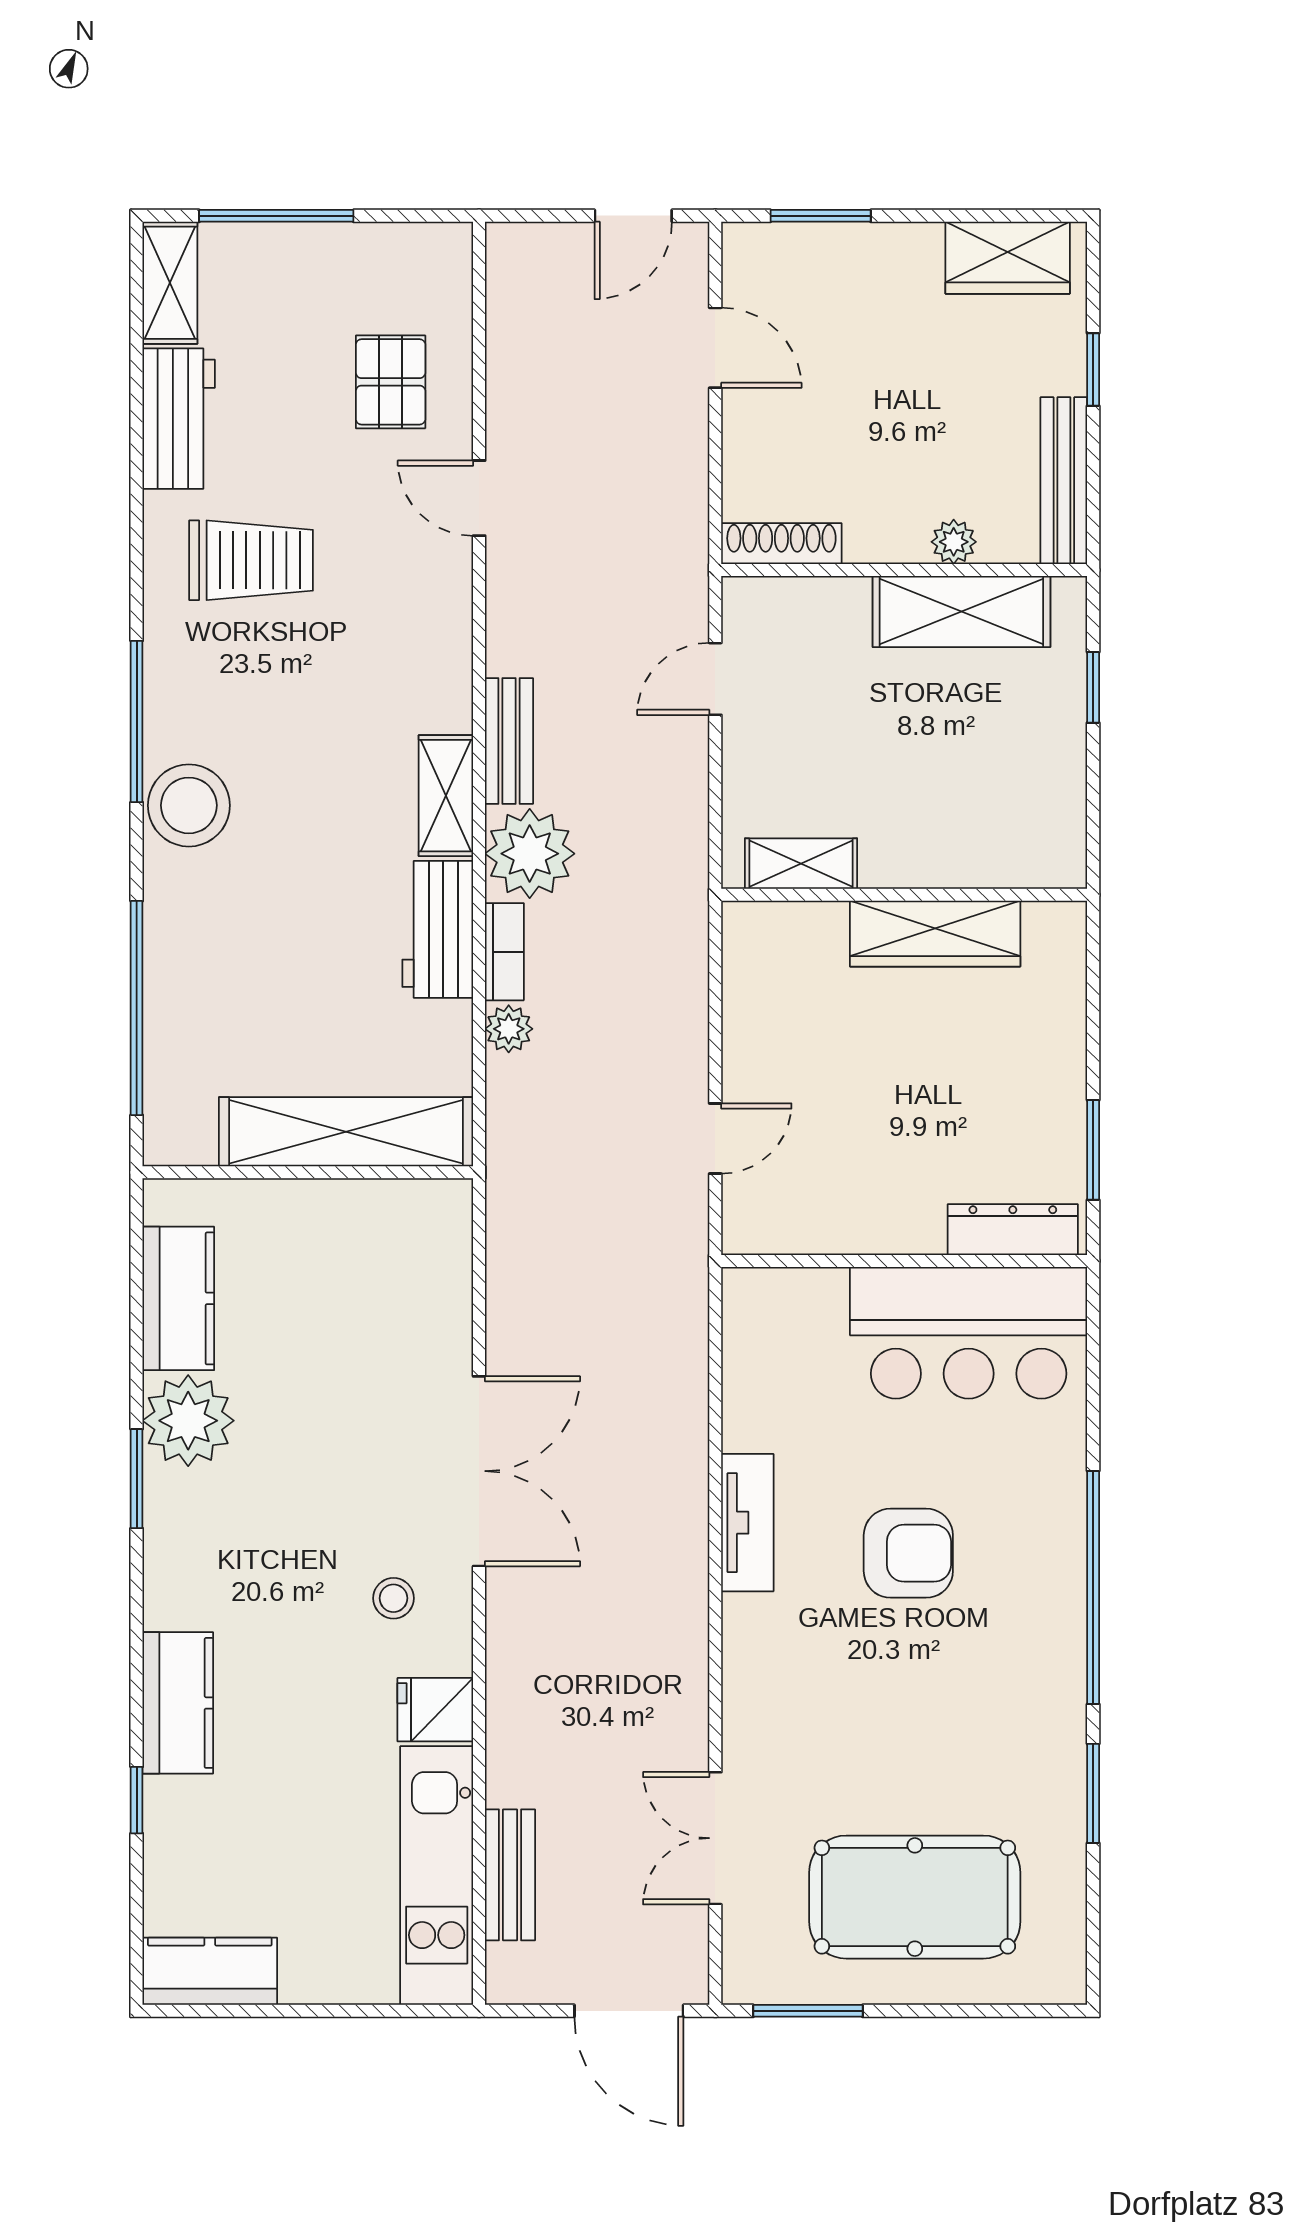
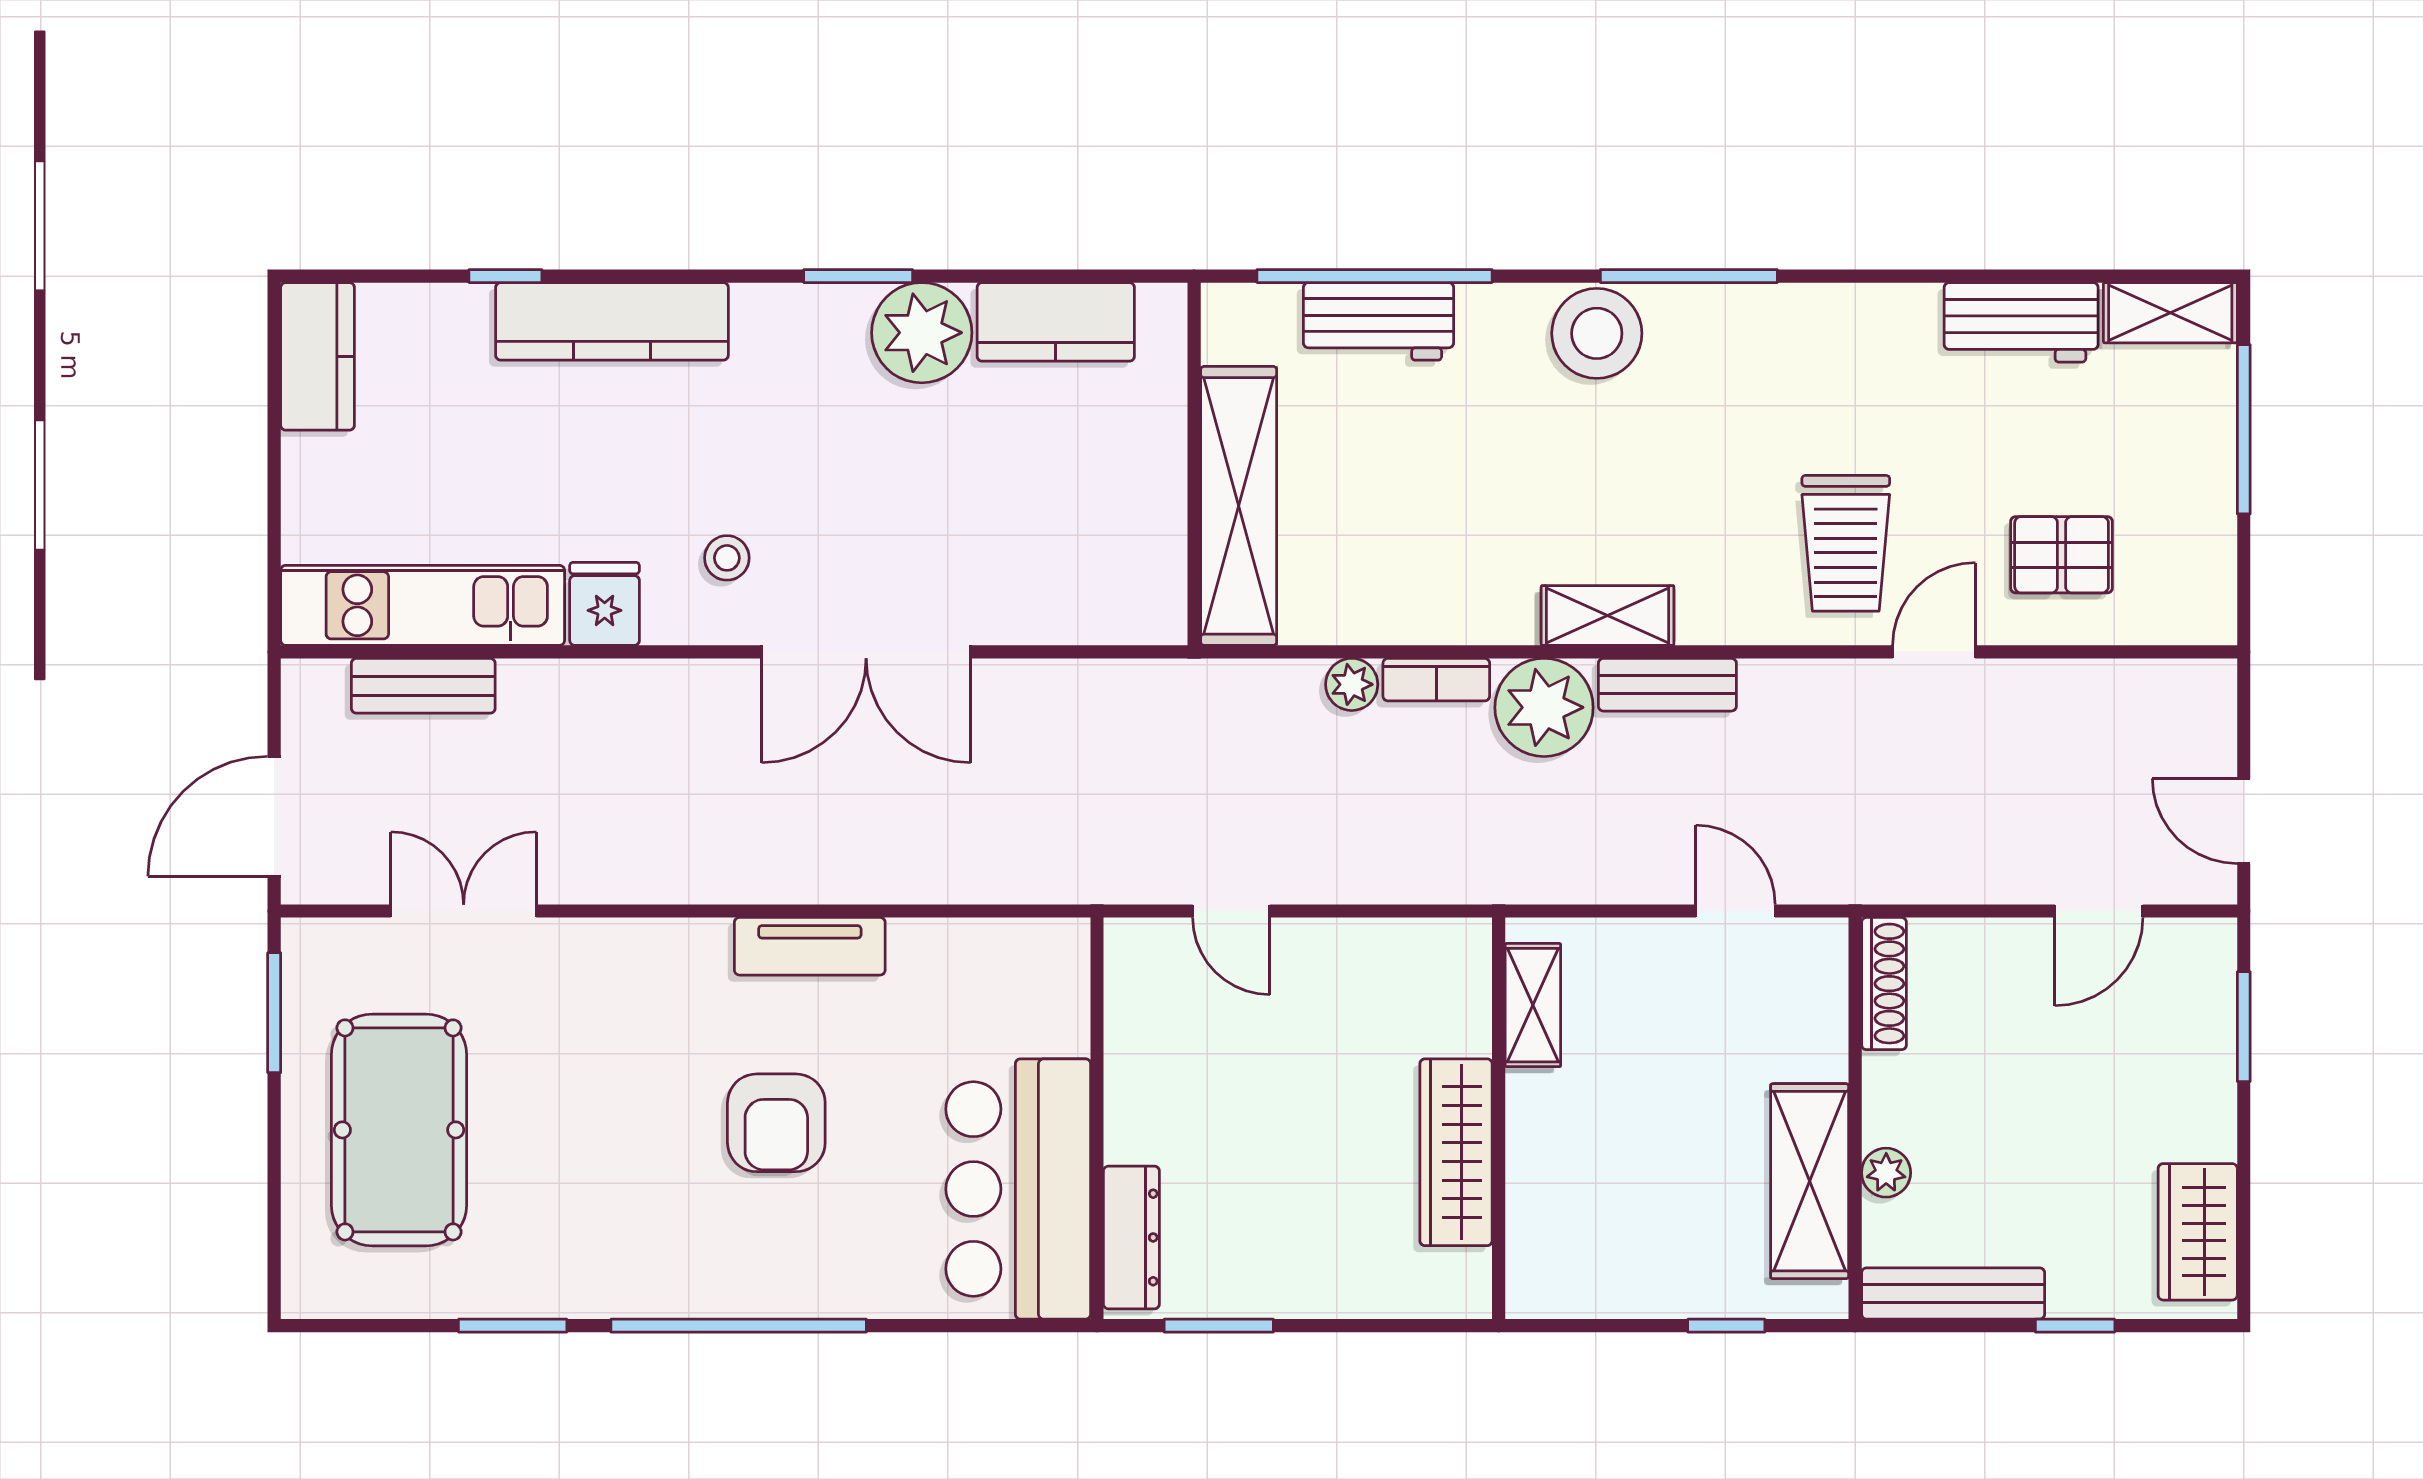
trolley: (251, 560) -> (1846, 543), moved
workbench: (438, 929) -> (1378, 321), moved, turned 180
kitchen counter: (178, 1703) -> (612, 321), width x1.50

